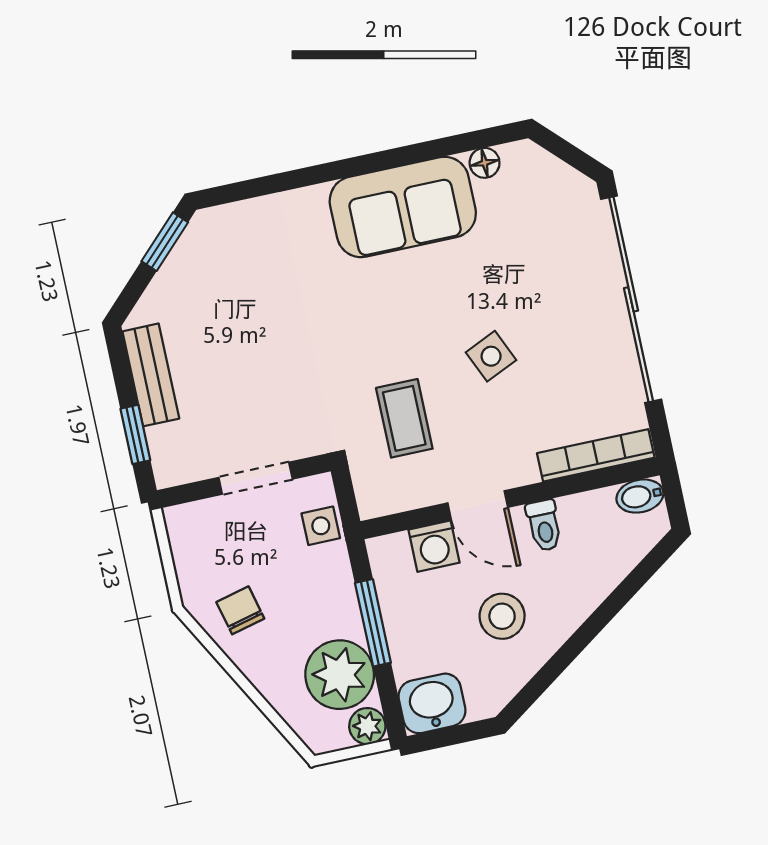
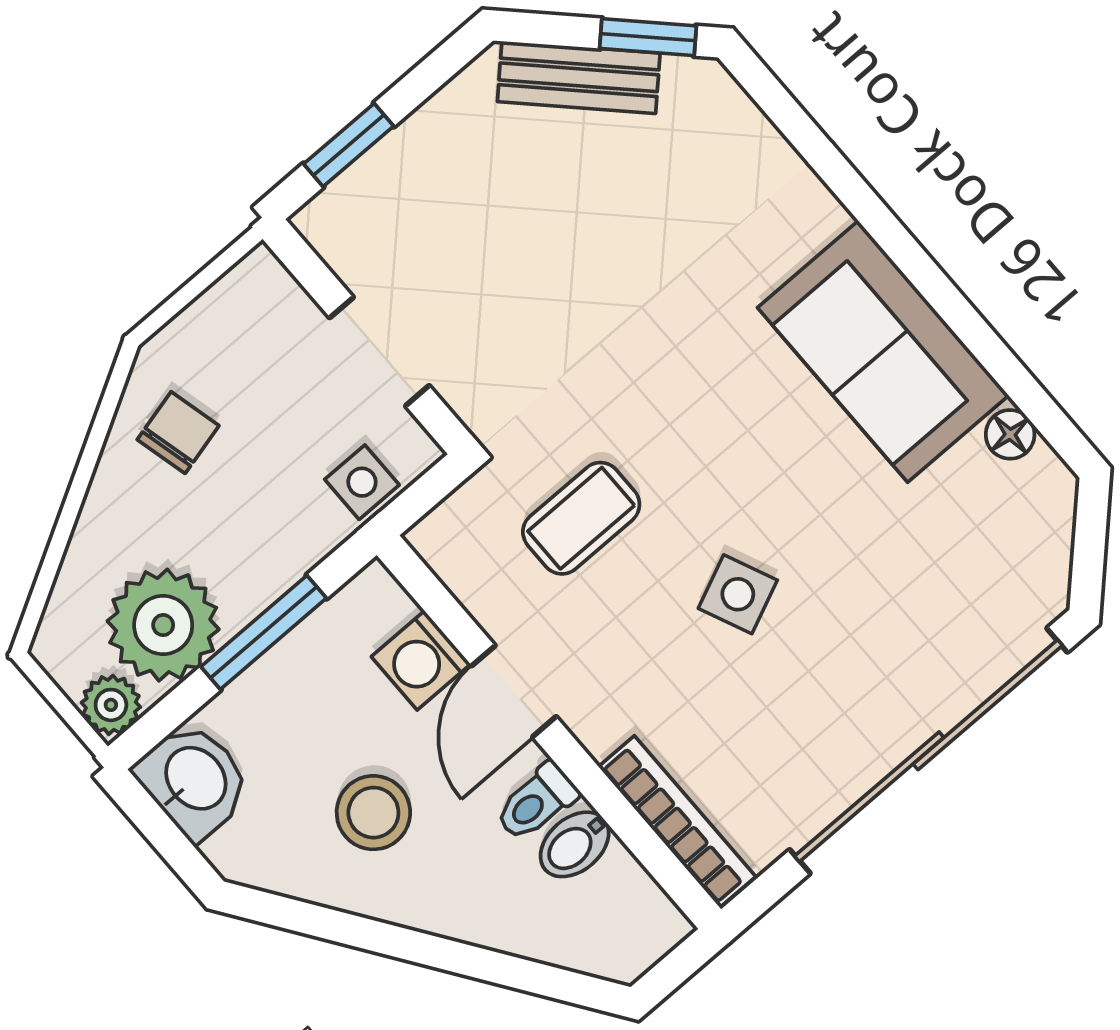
bench: (151, 375) -> (579, 77), moved, turned 45
bidet: (640, 496) -> (575, 844), moved, turned -90

